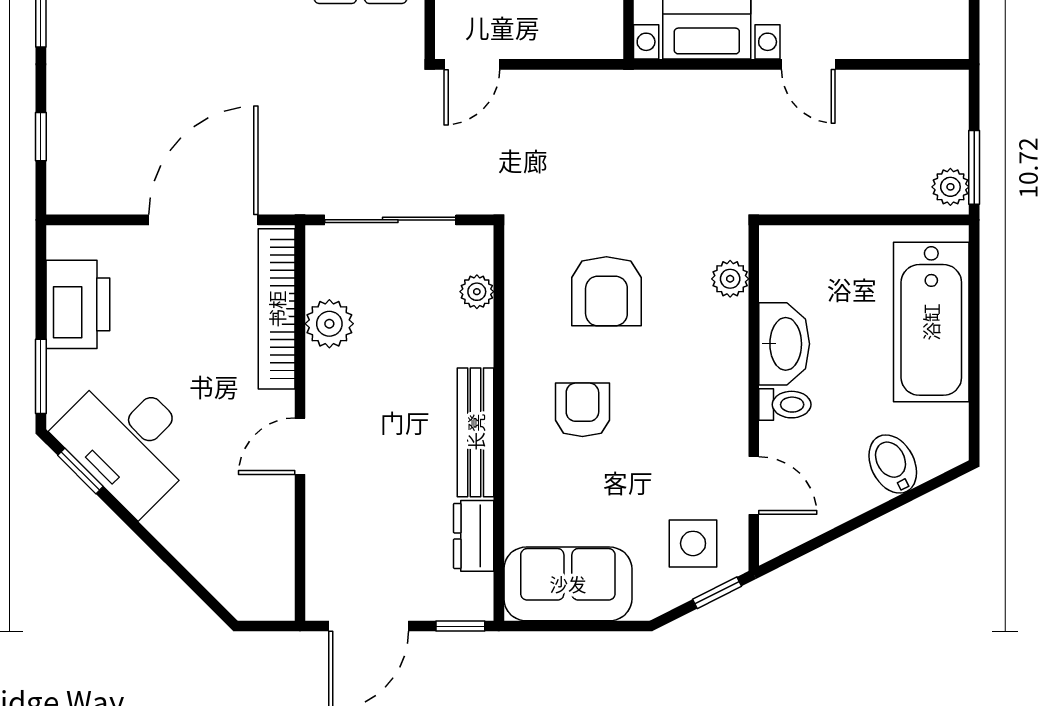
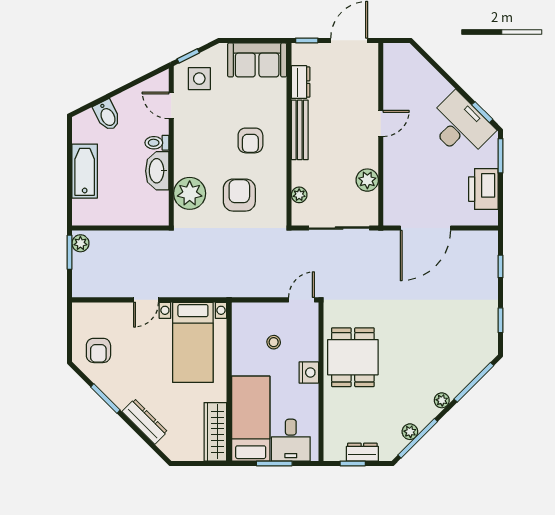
door: (808, 64) -> (146, 300), swing flipped
plant: (730, 279) -> (190, 193), width x1.87, depth x1.87
bookcase: (277, 309) -> (392, 187), removed
bathtub: (931, 322) -> (85, 171), width x0.73, depth x0.73

